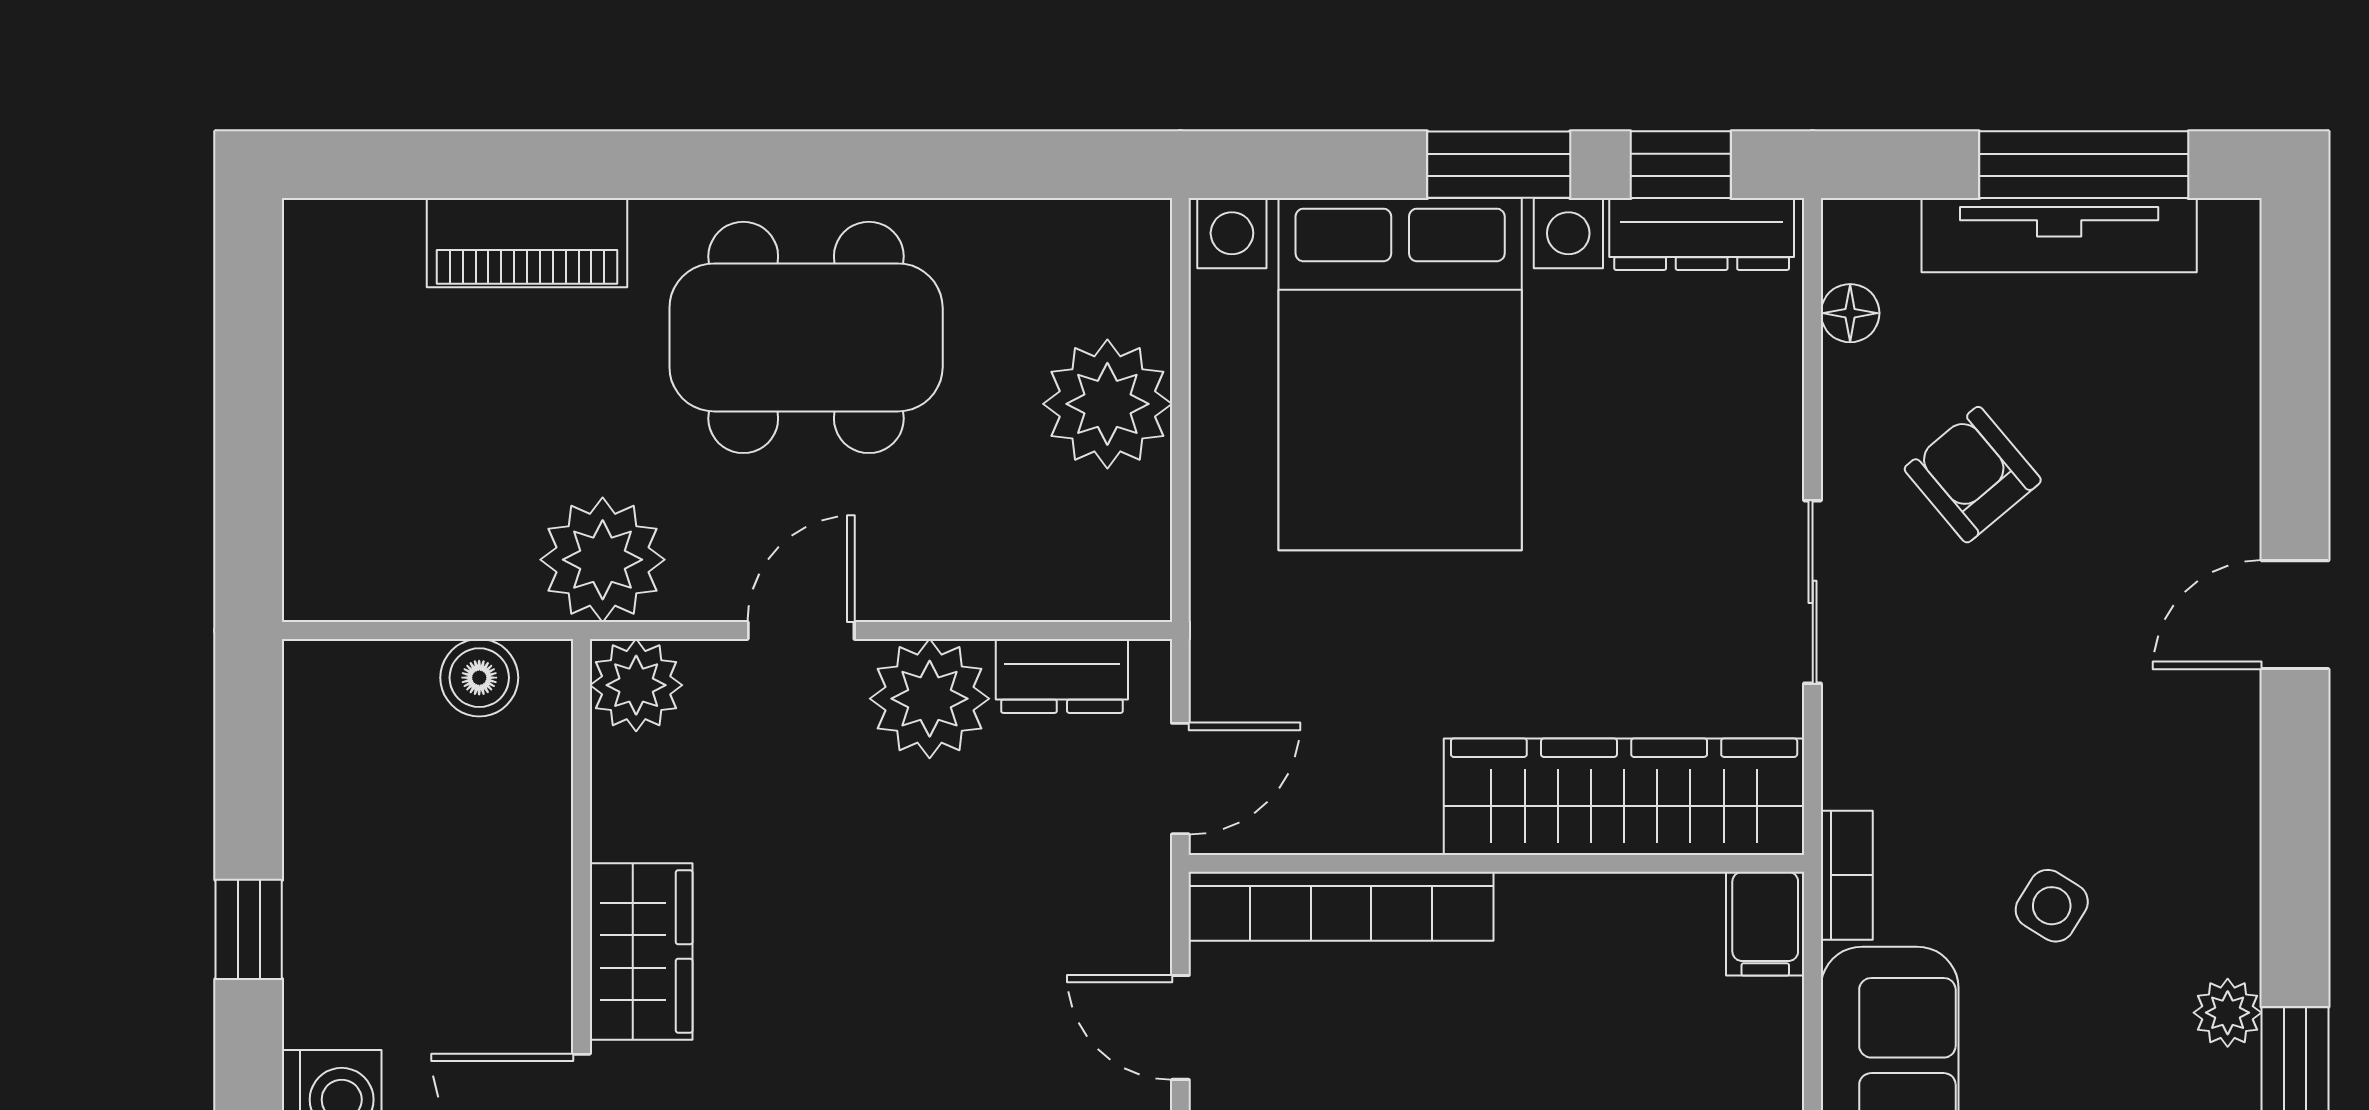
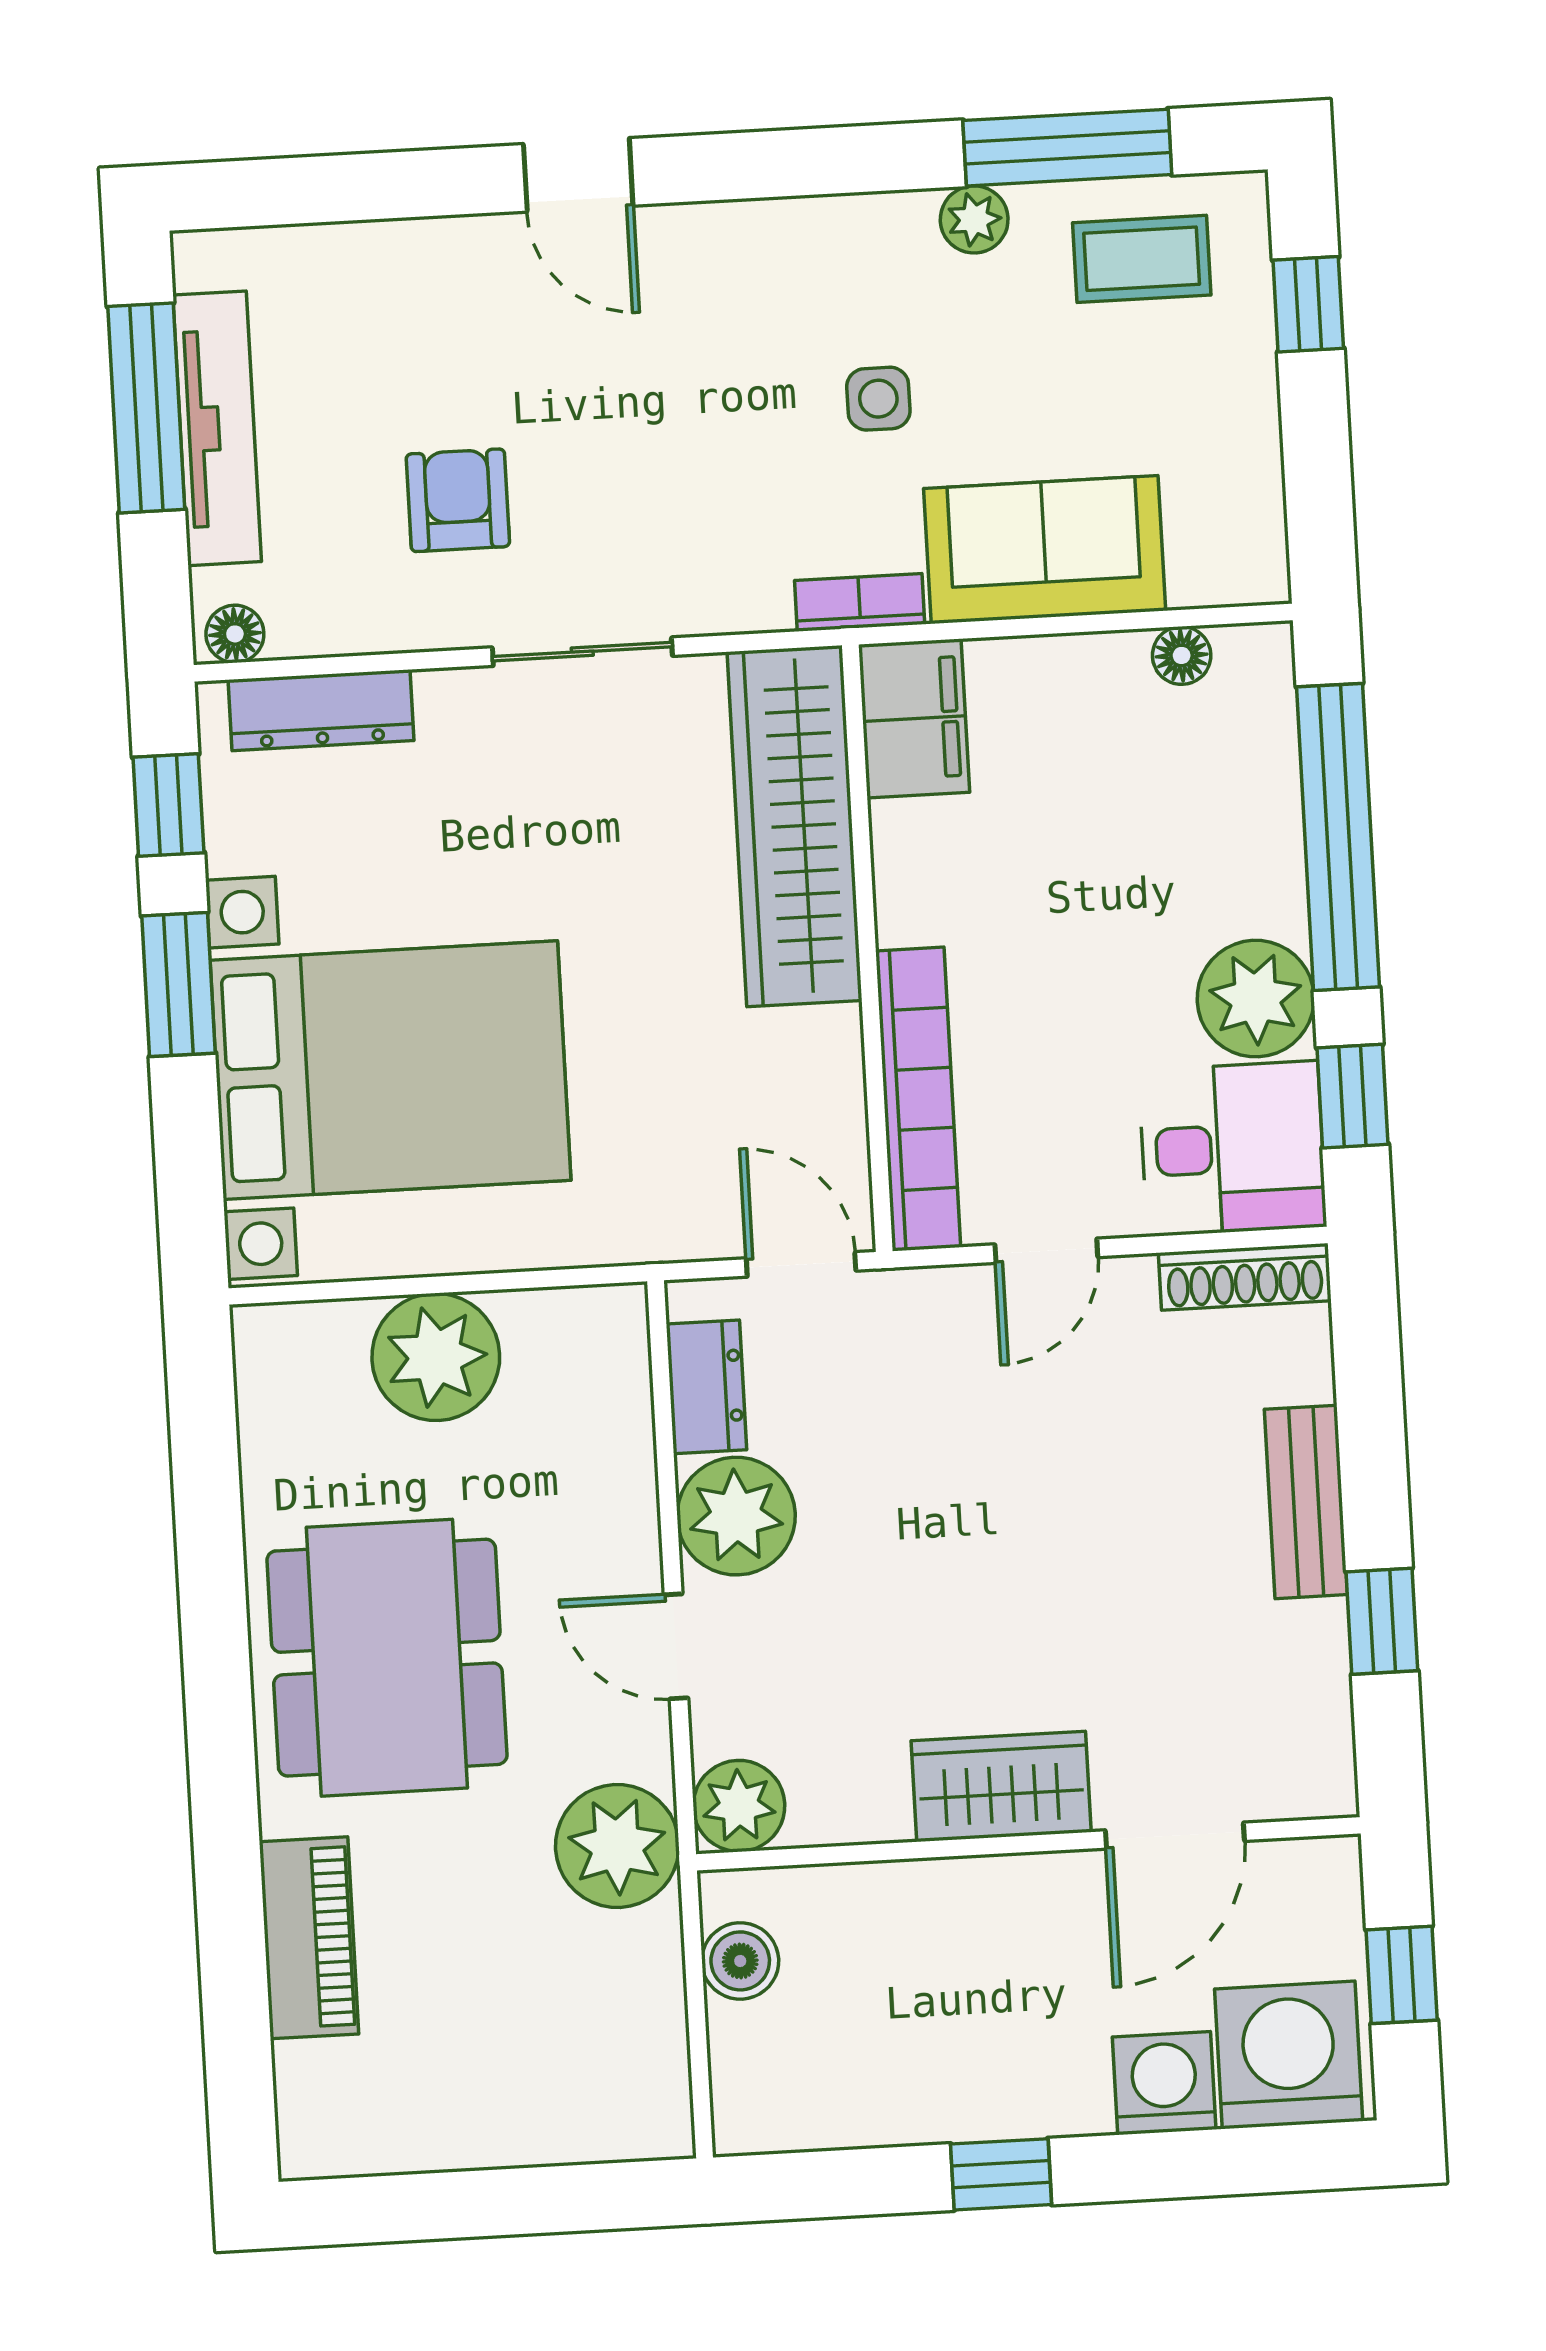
dresser: (1702, 234) -> (321, 710), moved, turned 90
floor lamp: (1850, 313) -> (235, 634), moved
armchair: (1973, 475) -> (458, 500), turned 130
side table: (2052, 906) -> (878, 399), turned -32
filing cabinet: (1765, 924) -> (914, 718), width x2.00

